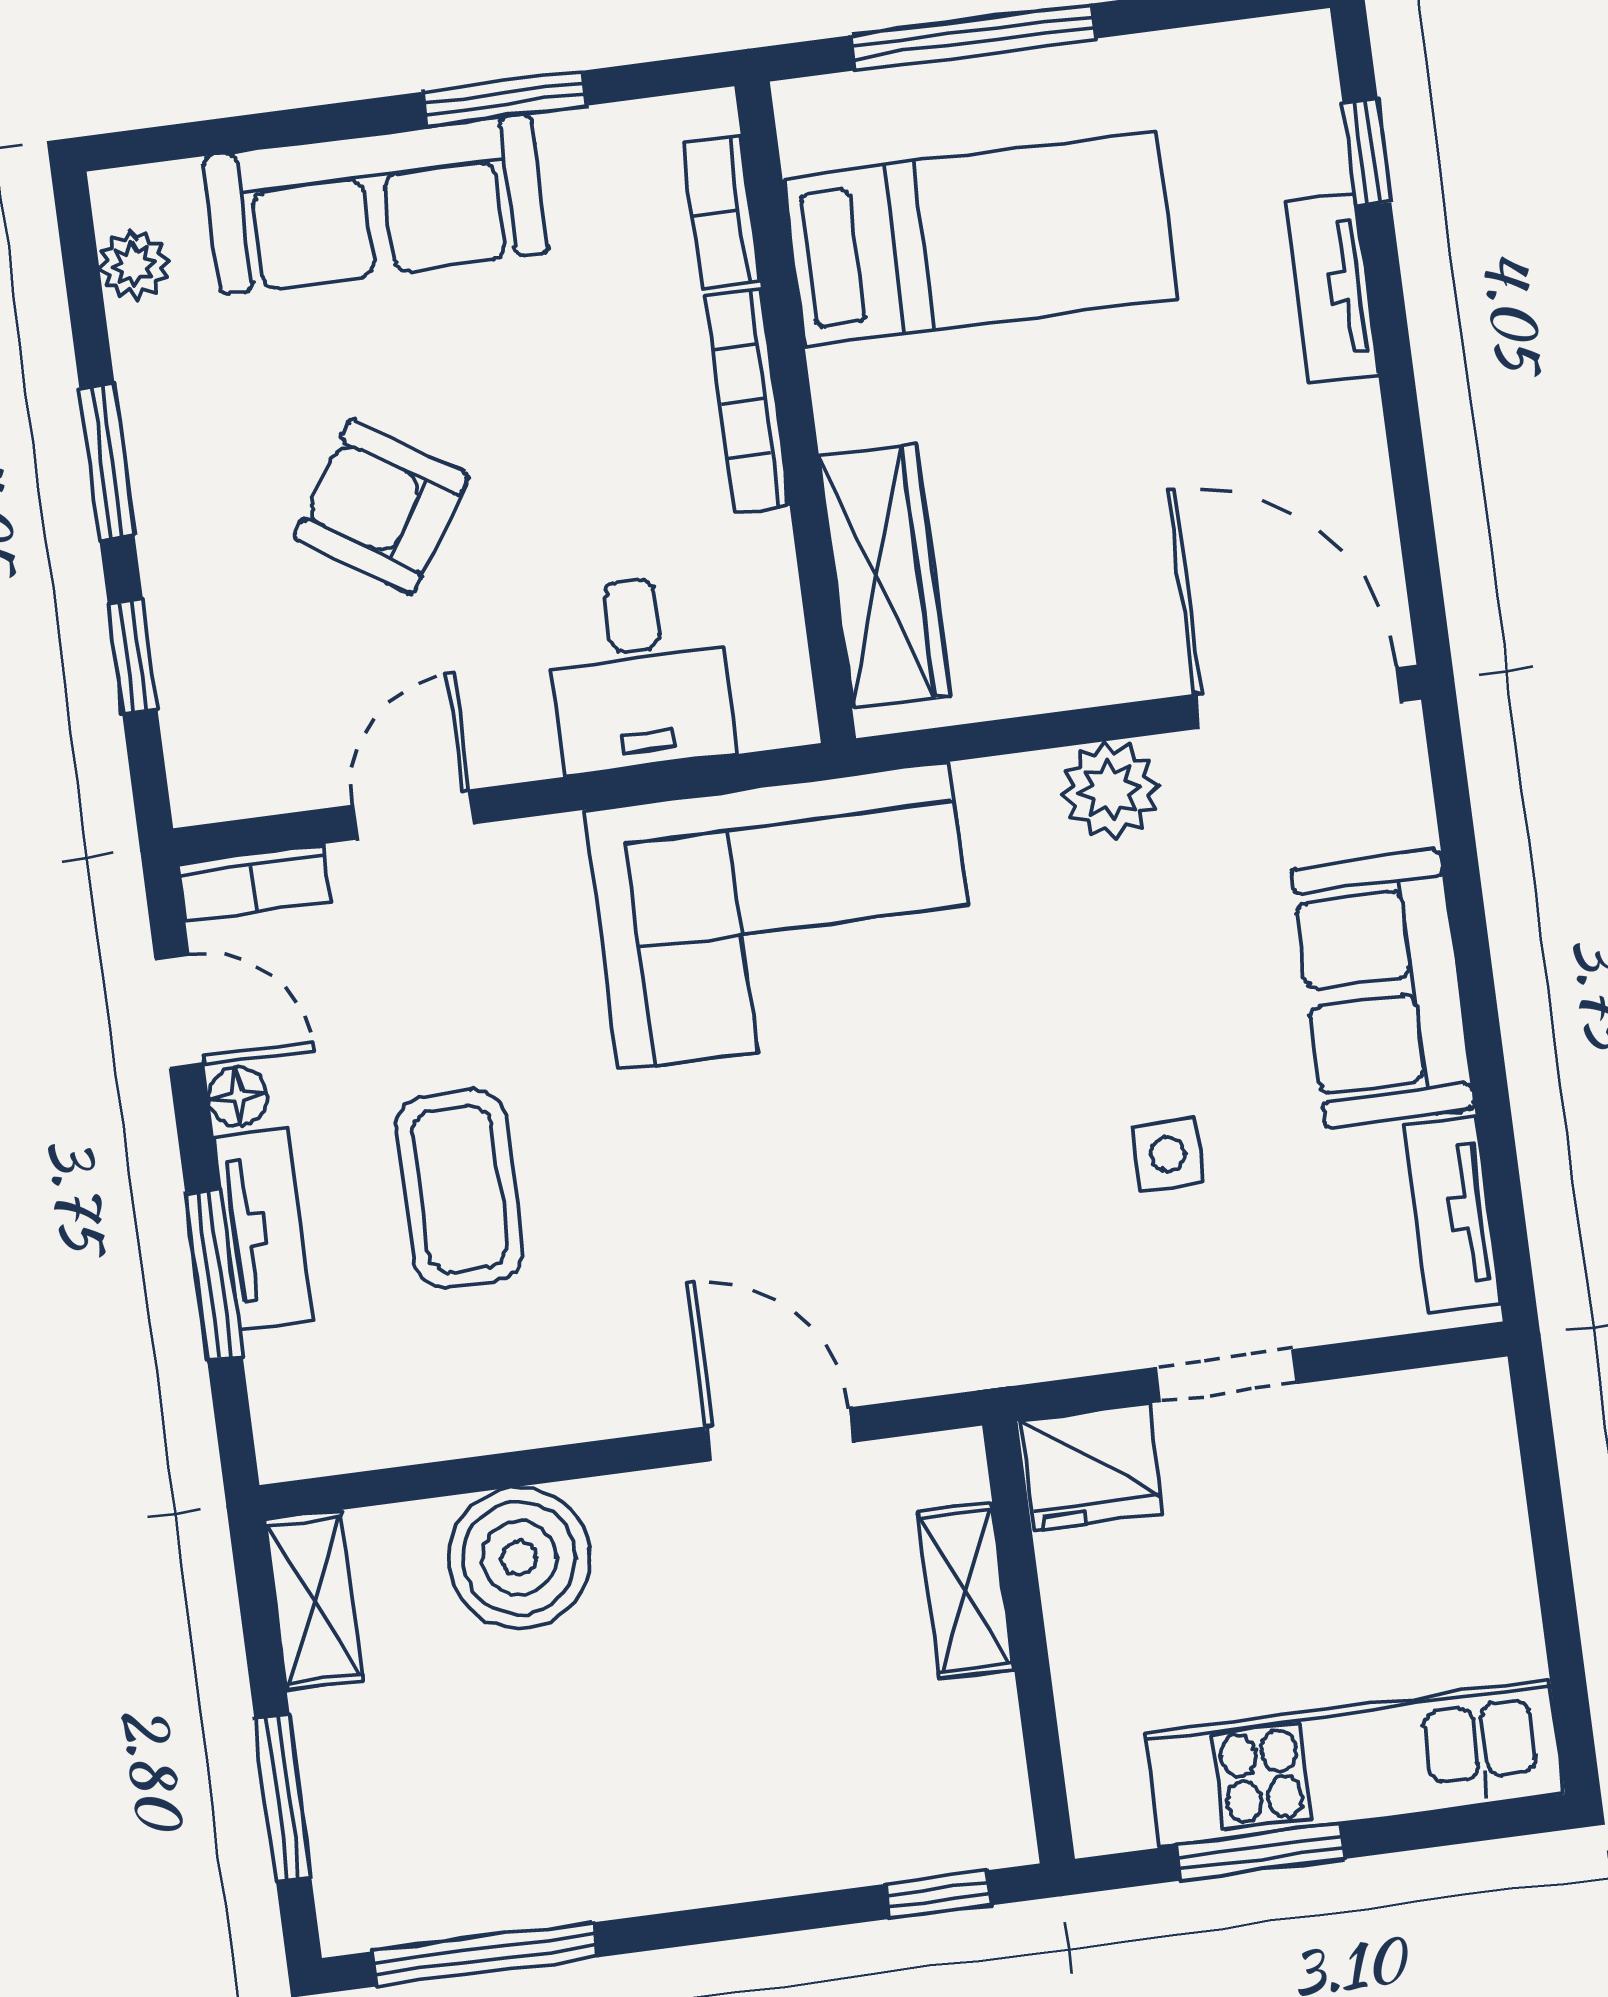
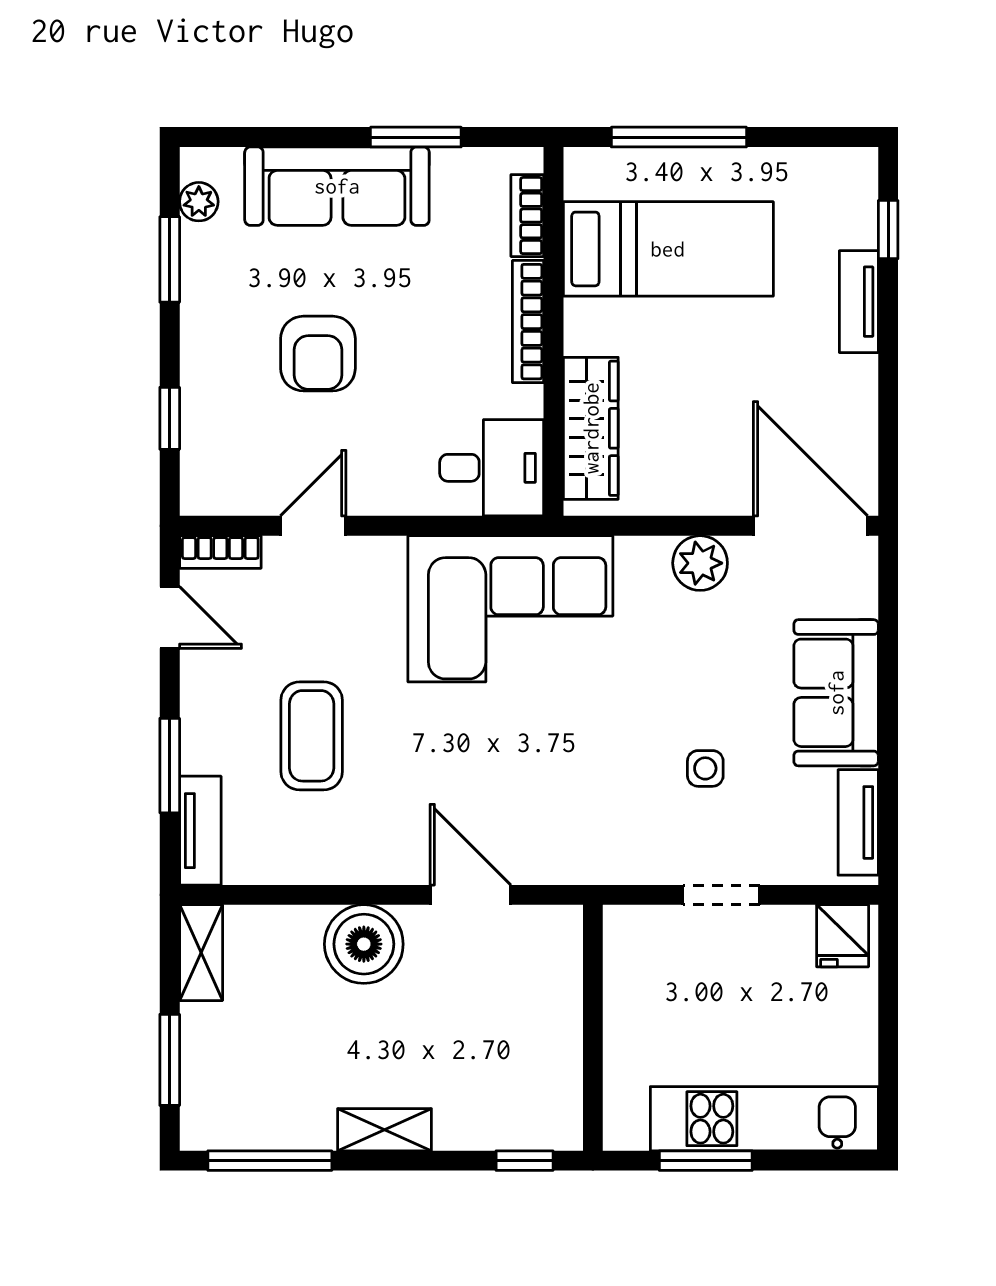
window: (107, 461) -> (170, 259), moved
armchair: (381, 507) -> (318, 354), turned -123
desk: (640, 673) -> (492, 468), moved, turned -90
floor lamp: (238, 1096) -> (196, 669), removed
tv unit: (263, 1228) -> (200, 831), moved
fridge: (1092, 1467) -> (843, 936), moved, width x0.72
boiler: (519, 1558) -> (364, 944), moved
shelving: (966, 1591) -> (385, 1130), moved, turned 90

